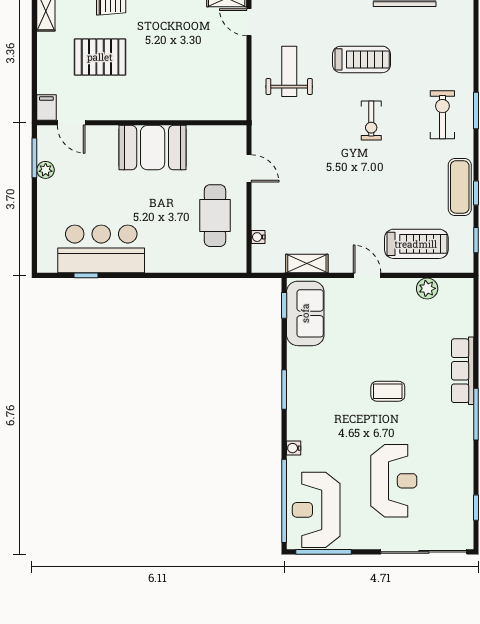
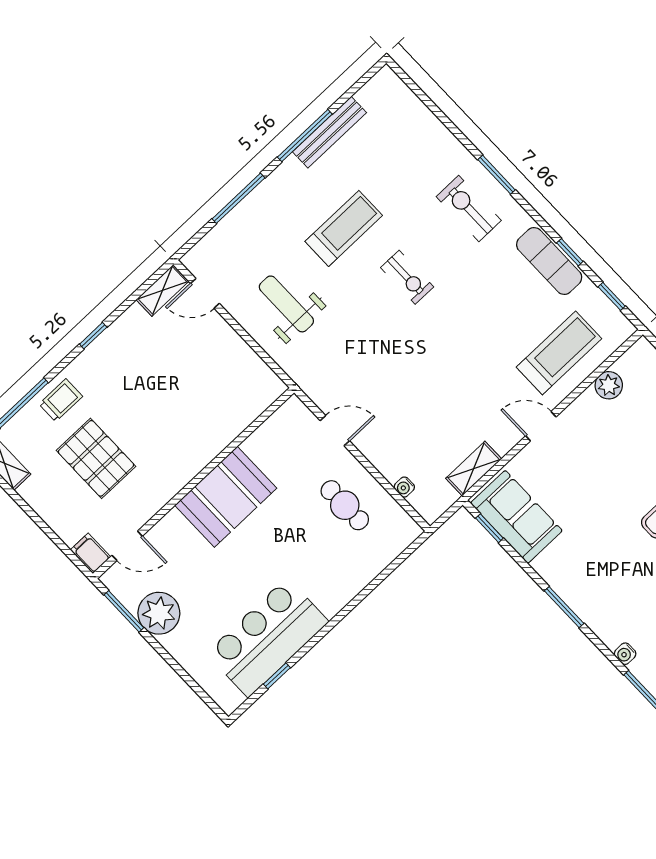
pallet: (100, 57) -> (96, 458), turned 90
plant: (46, 170) -> (159, 613), width x1.88, depth x1.88
cafe table: (215, 216) -> (345, 505), width x0.73, depth x0.74

